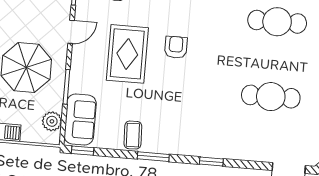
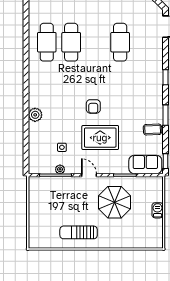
armchair: (176, 47) -> (93, 106), turned -90
plant: (52, 121) -> (148, 183), removed

